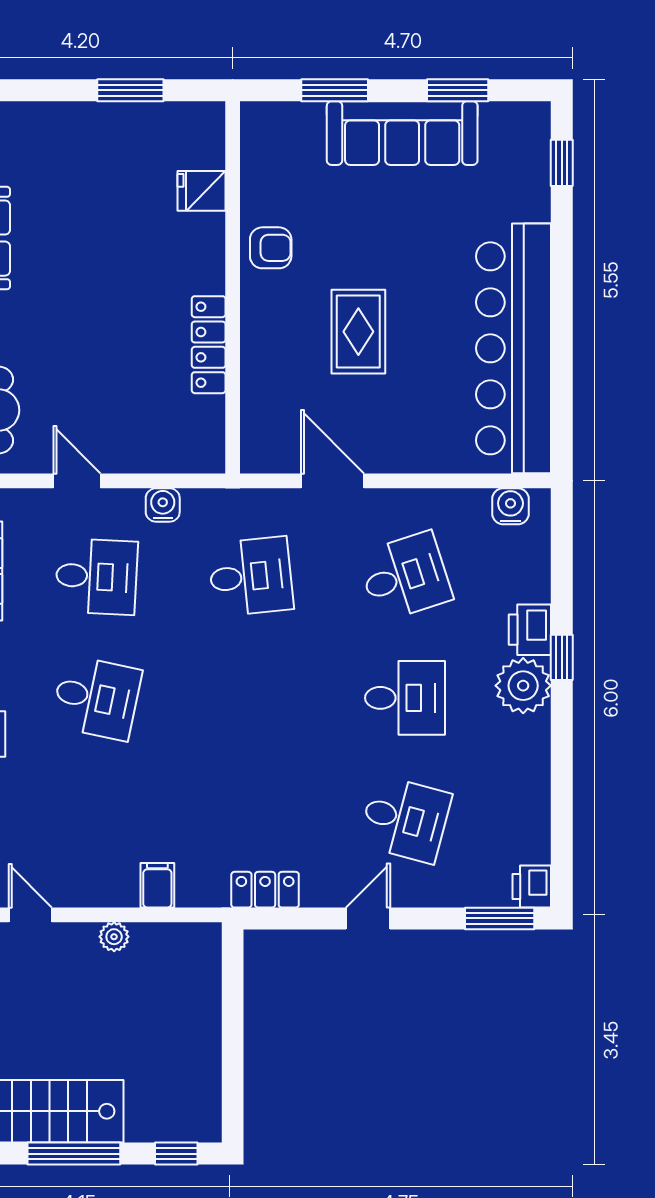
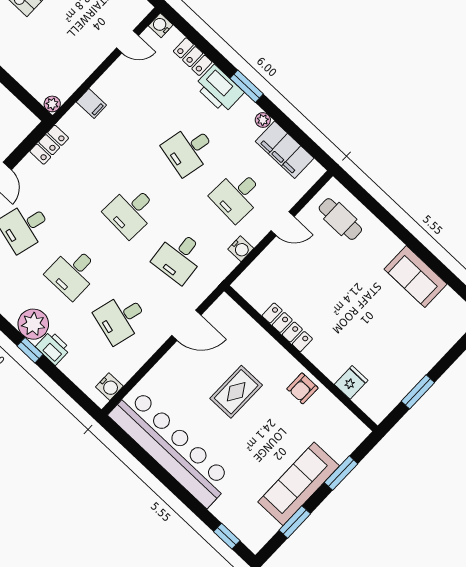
rug: (358, 332) -> (236, 392), turned 90
desk: (405, 577) -> (121, 318), turned 33
desk: (251, 698) -> (131, 211), added
plant: (114, 937) -> (52, 104), moved

